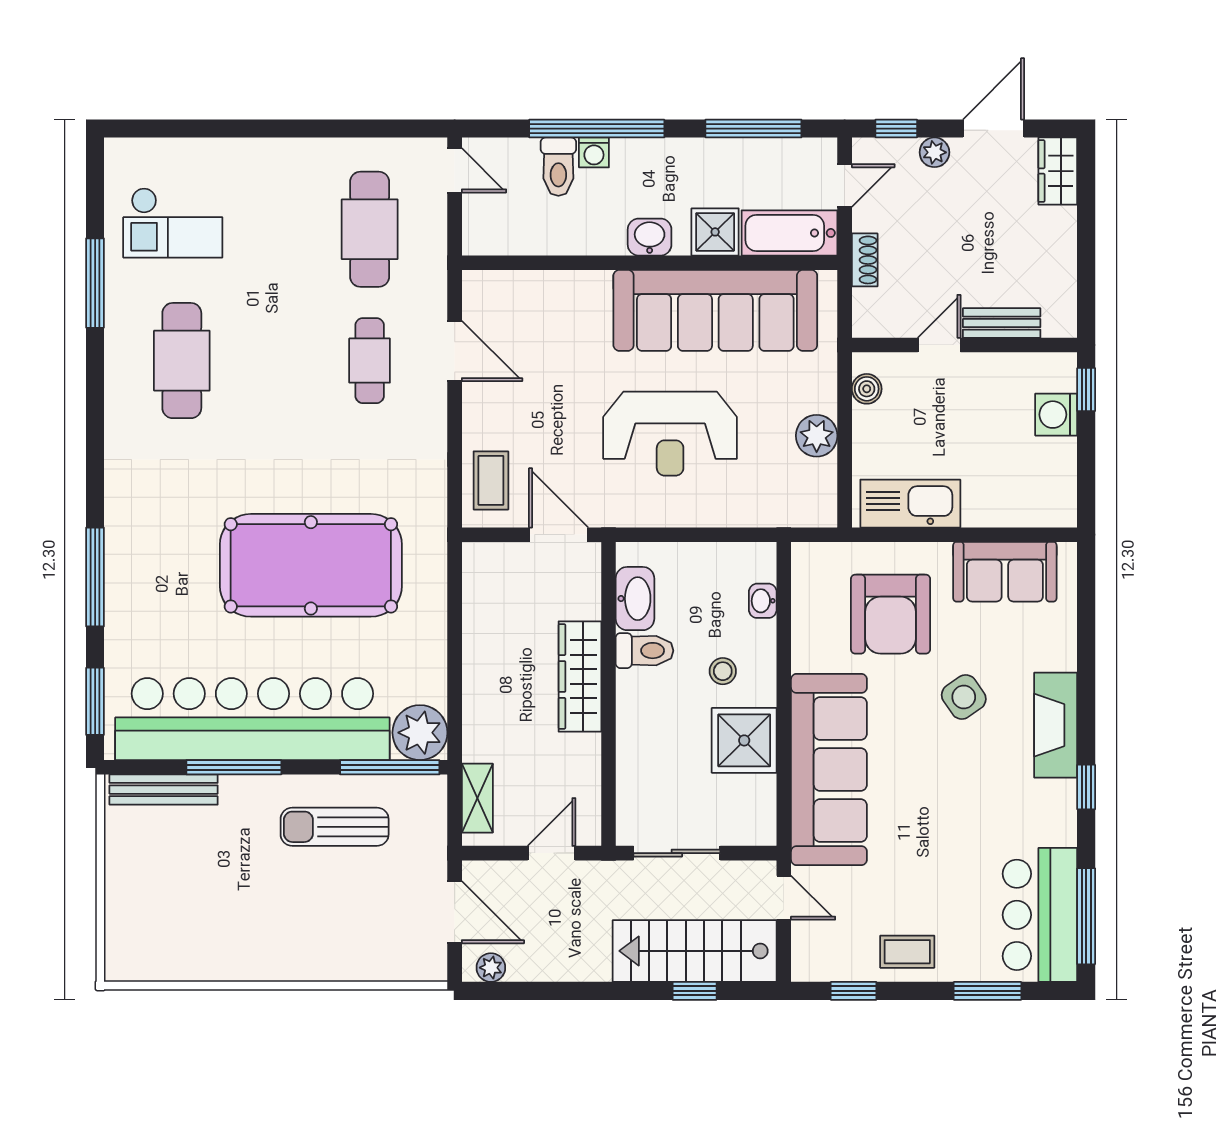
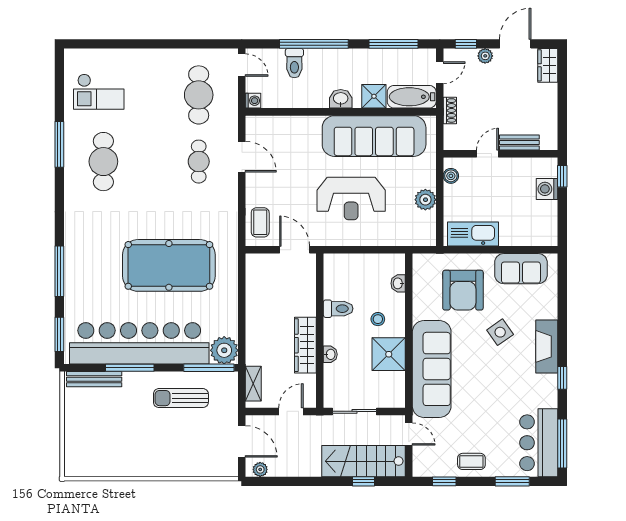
washing machine: (594, 152) -> (253, 101), moved, turned -90
window: (95, 283) -> (59, 144), moved
washbasin: (635, 599) -> (330, 354), moved, width x0.52, depth x0.69
wardrobe: (580, 676) -> (305, 345), moved

